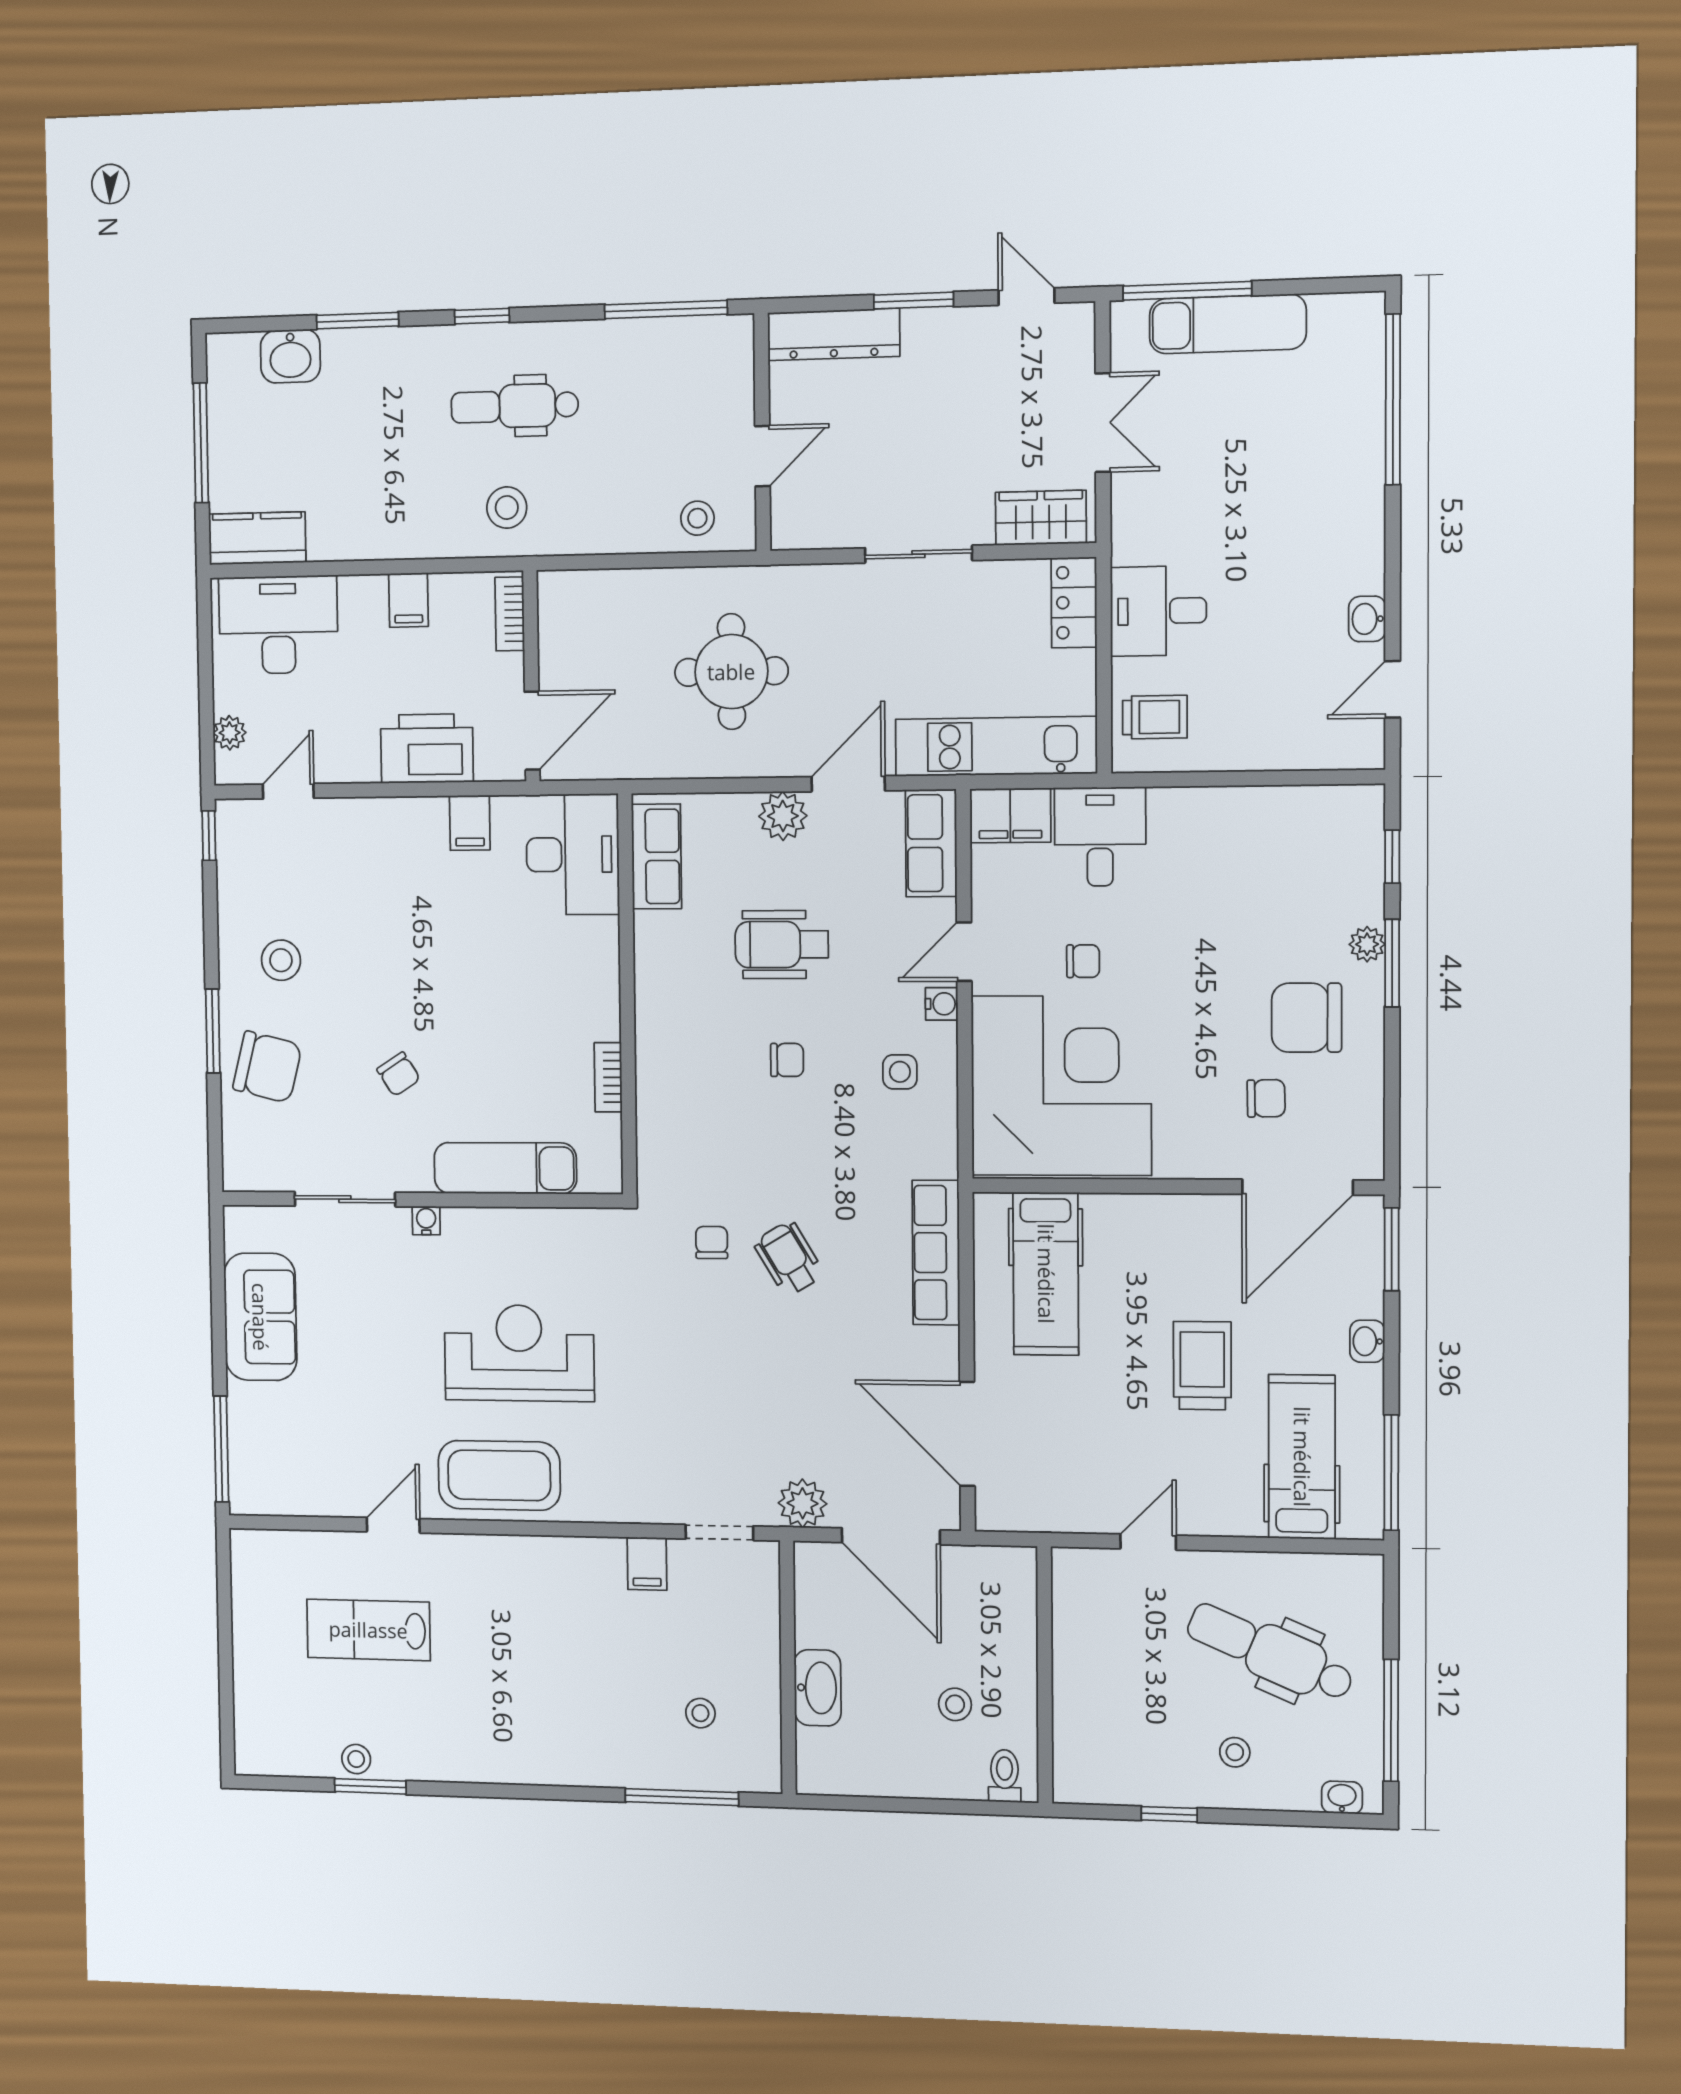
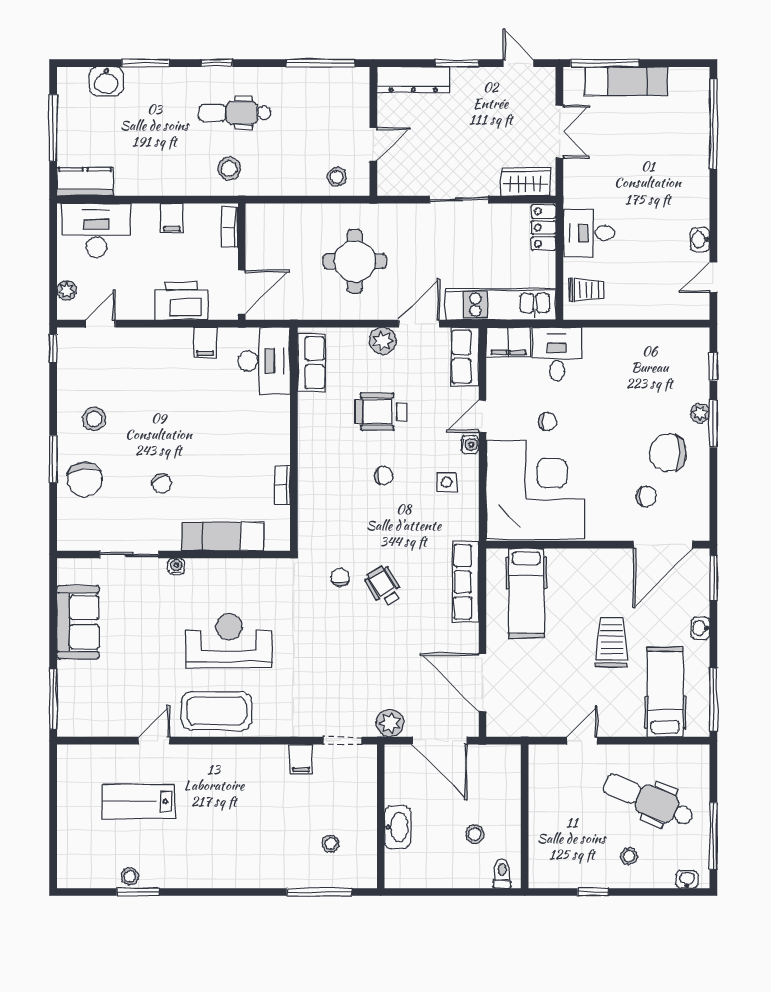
chair: (267, 1067) -> (85, 479), turned 70

